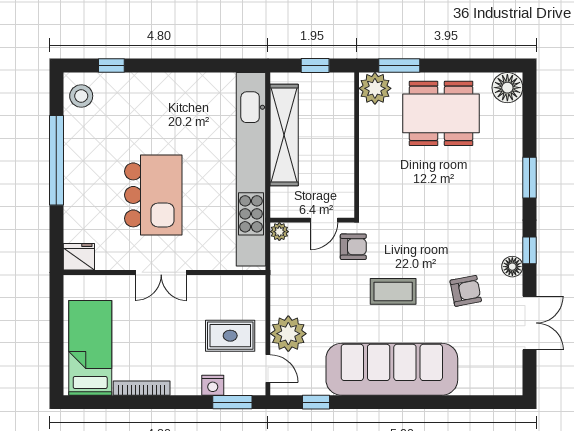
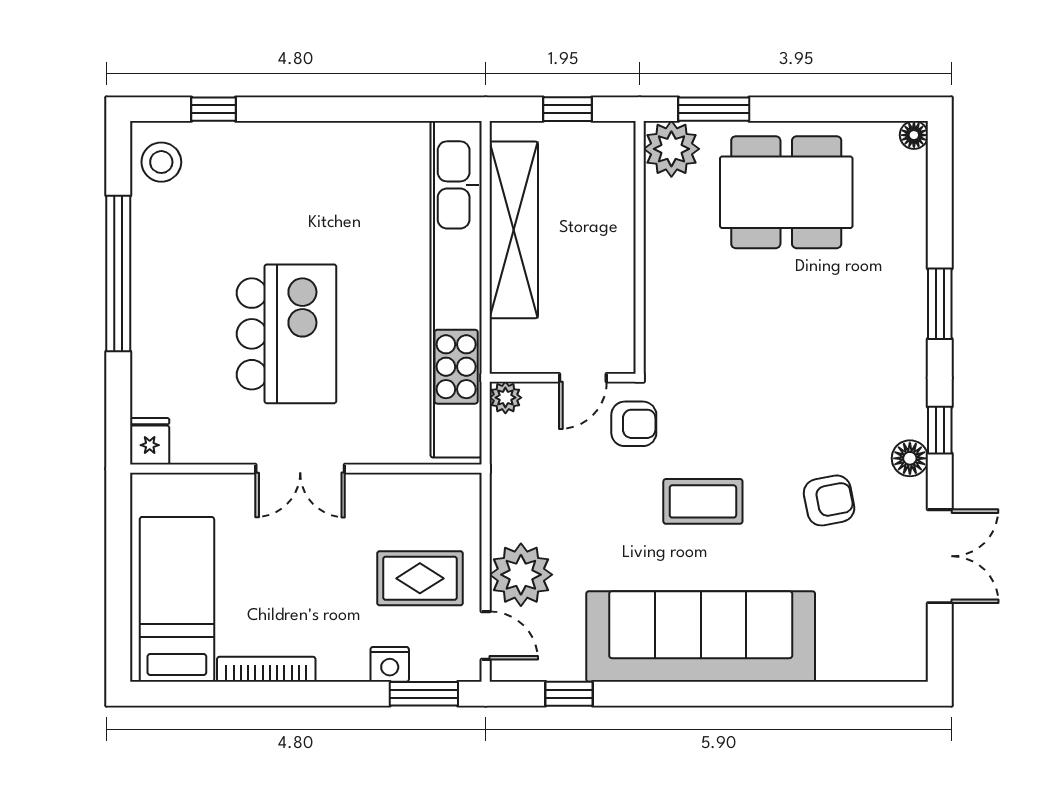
floor lamp: (507, 88) -> (914, 135), width x0.53, depth x0.53
fridge: (79, 257) -> (150, 441), width x0.72

